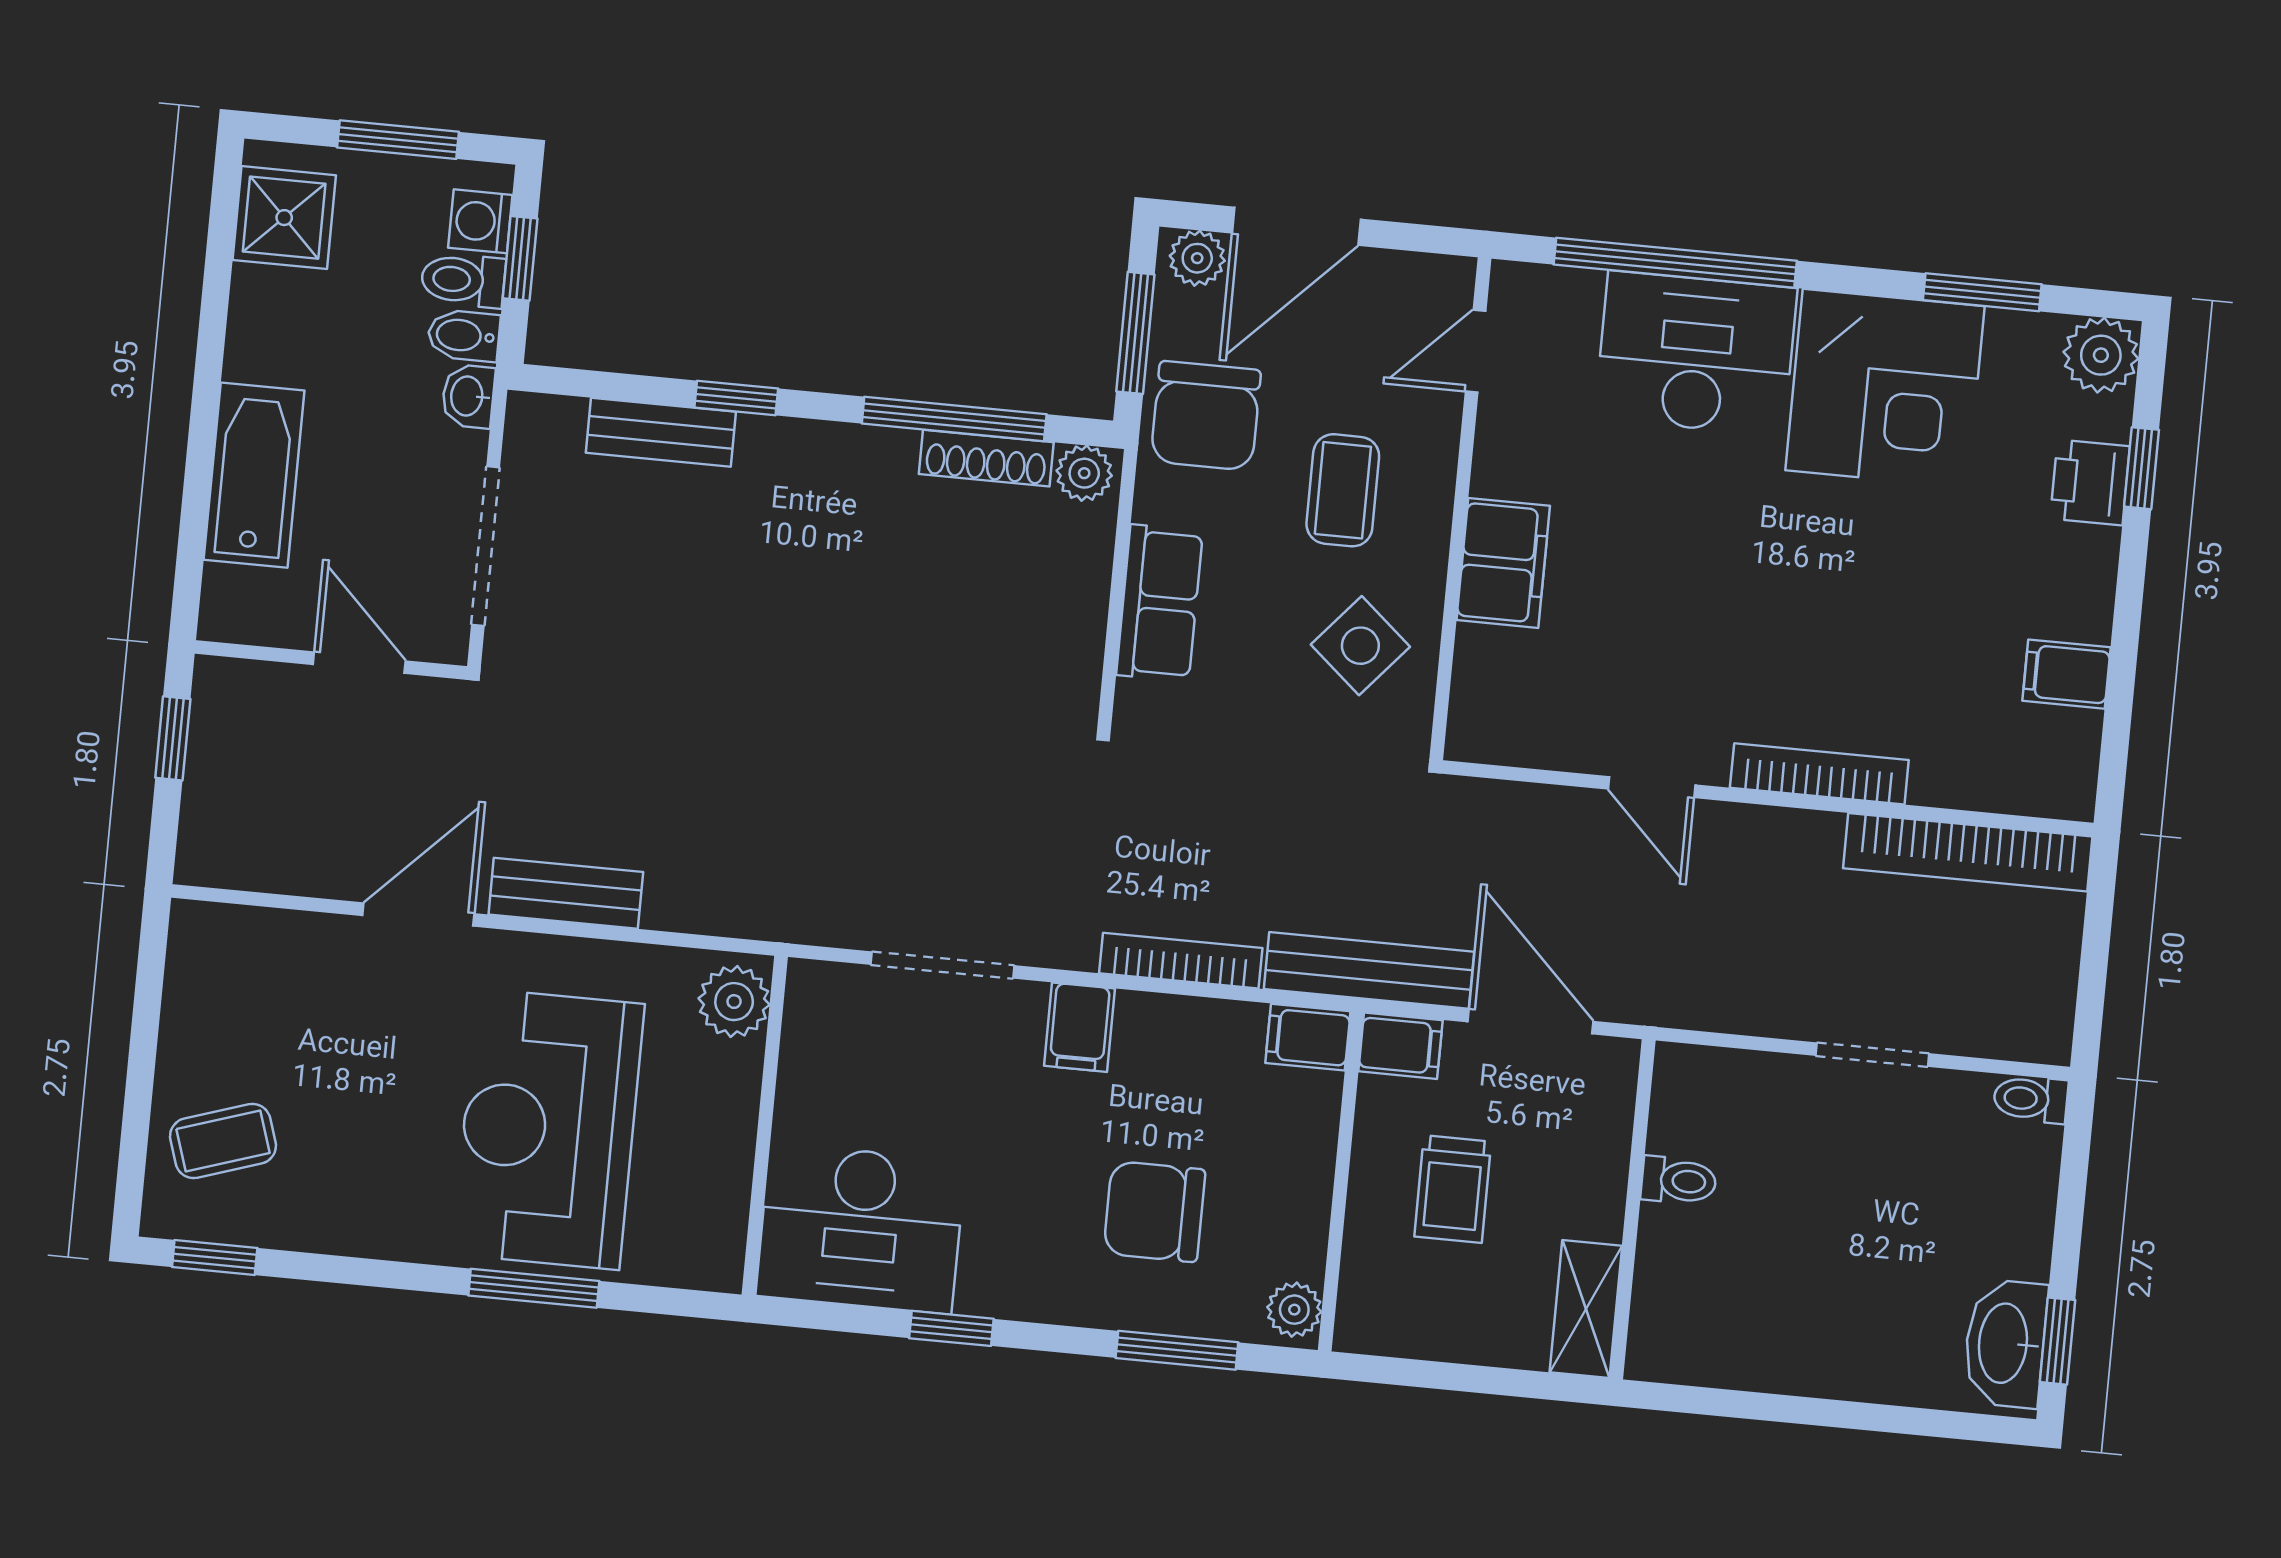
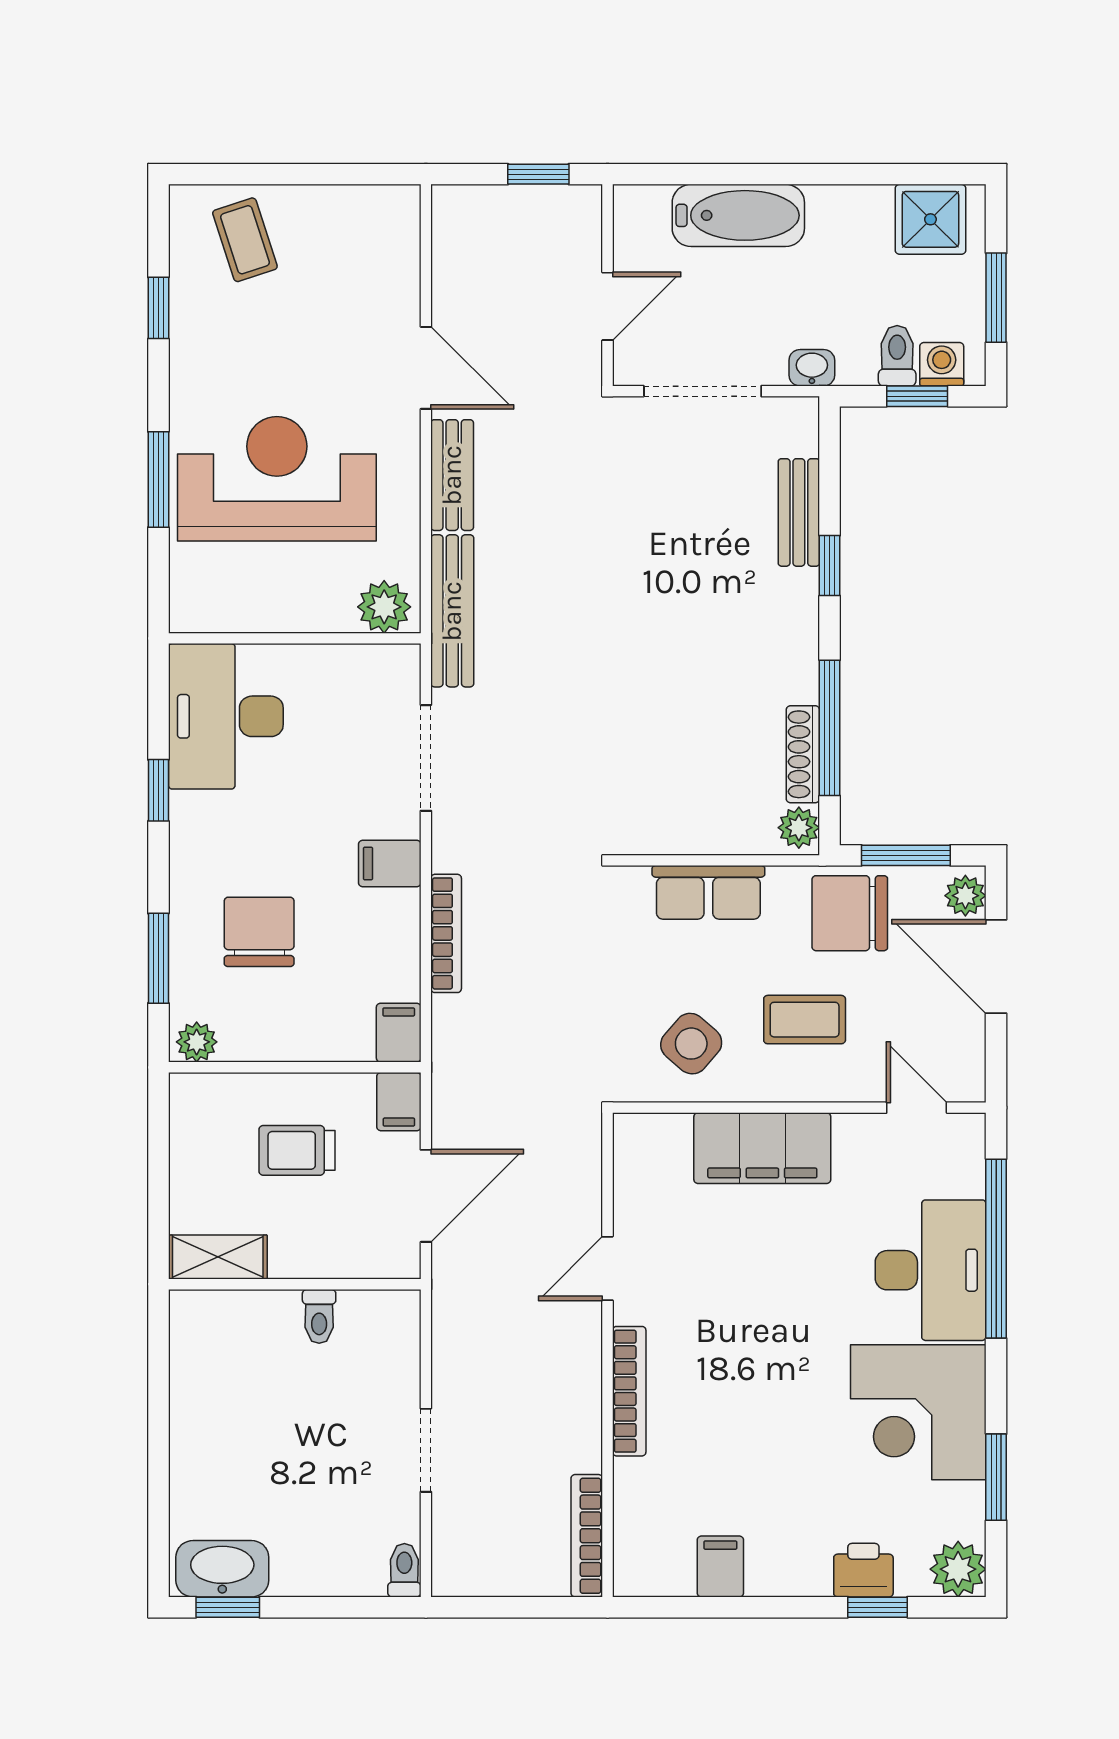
bidet: (464, 335) -> (856, 360), removed
filing cabinet: (1503, 563) -> (762, 1148), width x1.50, depth x1.17
bookcase: (1968, 852) -> (587, 1536), width x0.68, depth x0.76
bench: (1369, 970) -> (452, 611), moved
window: (215, 1258) -> (158, 308), moved

